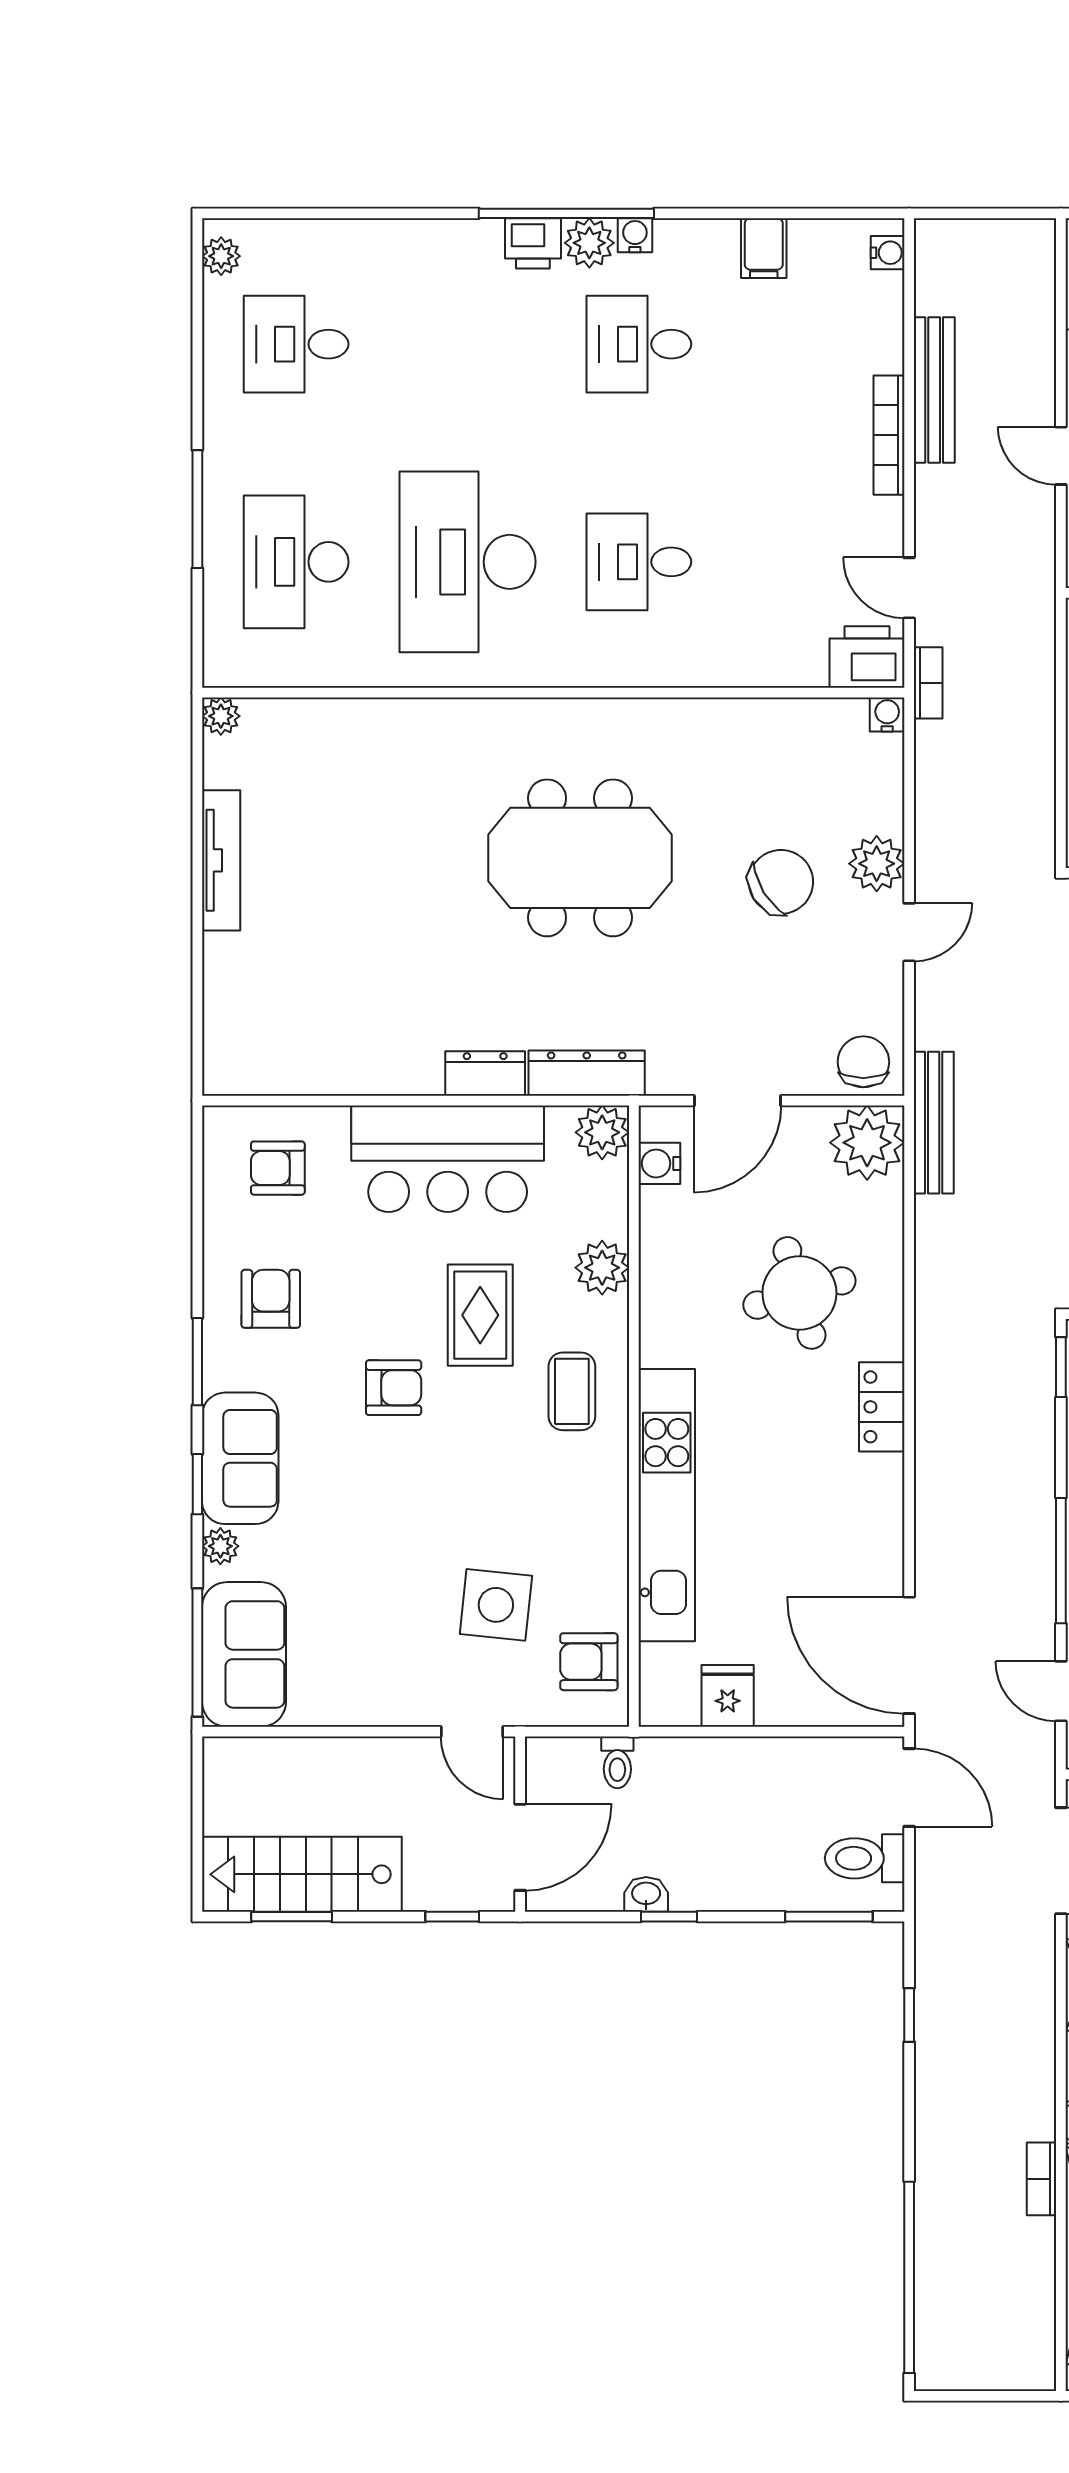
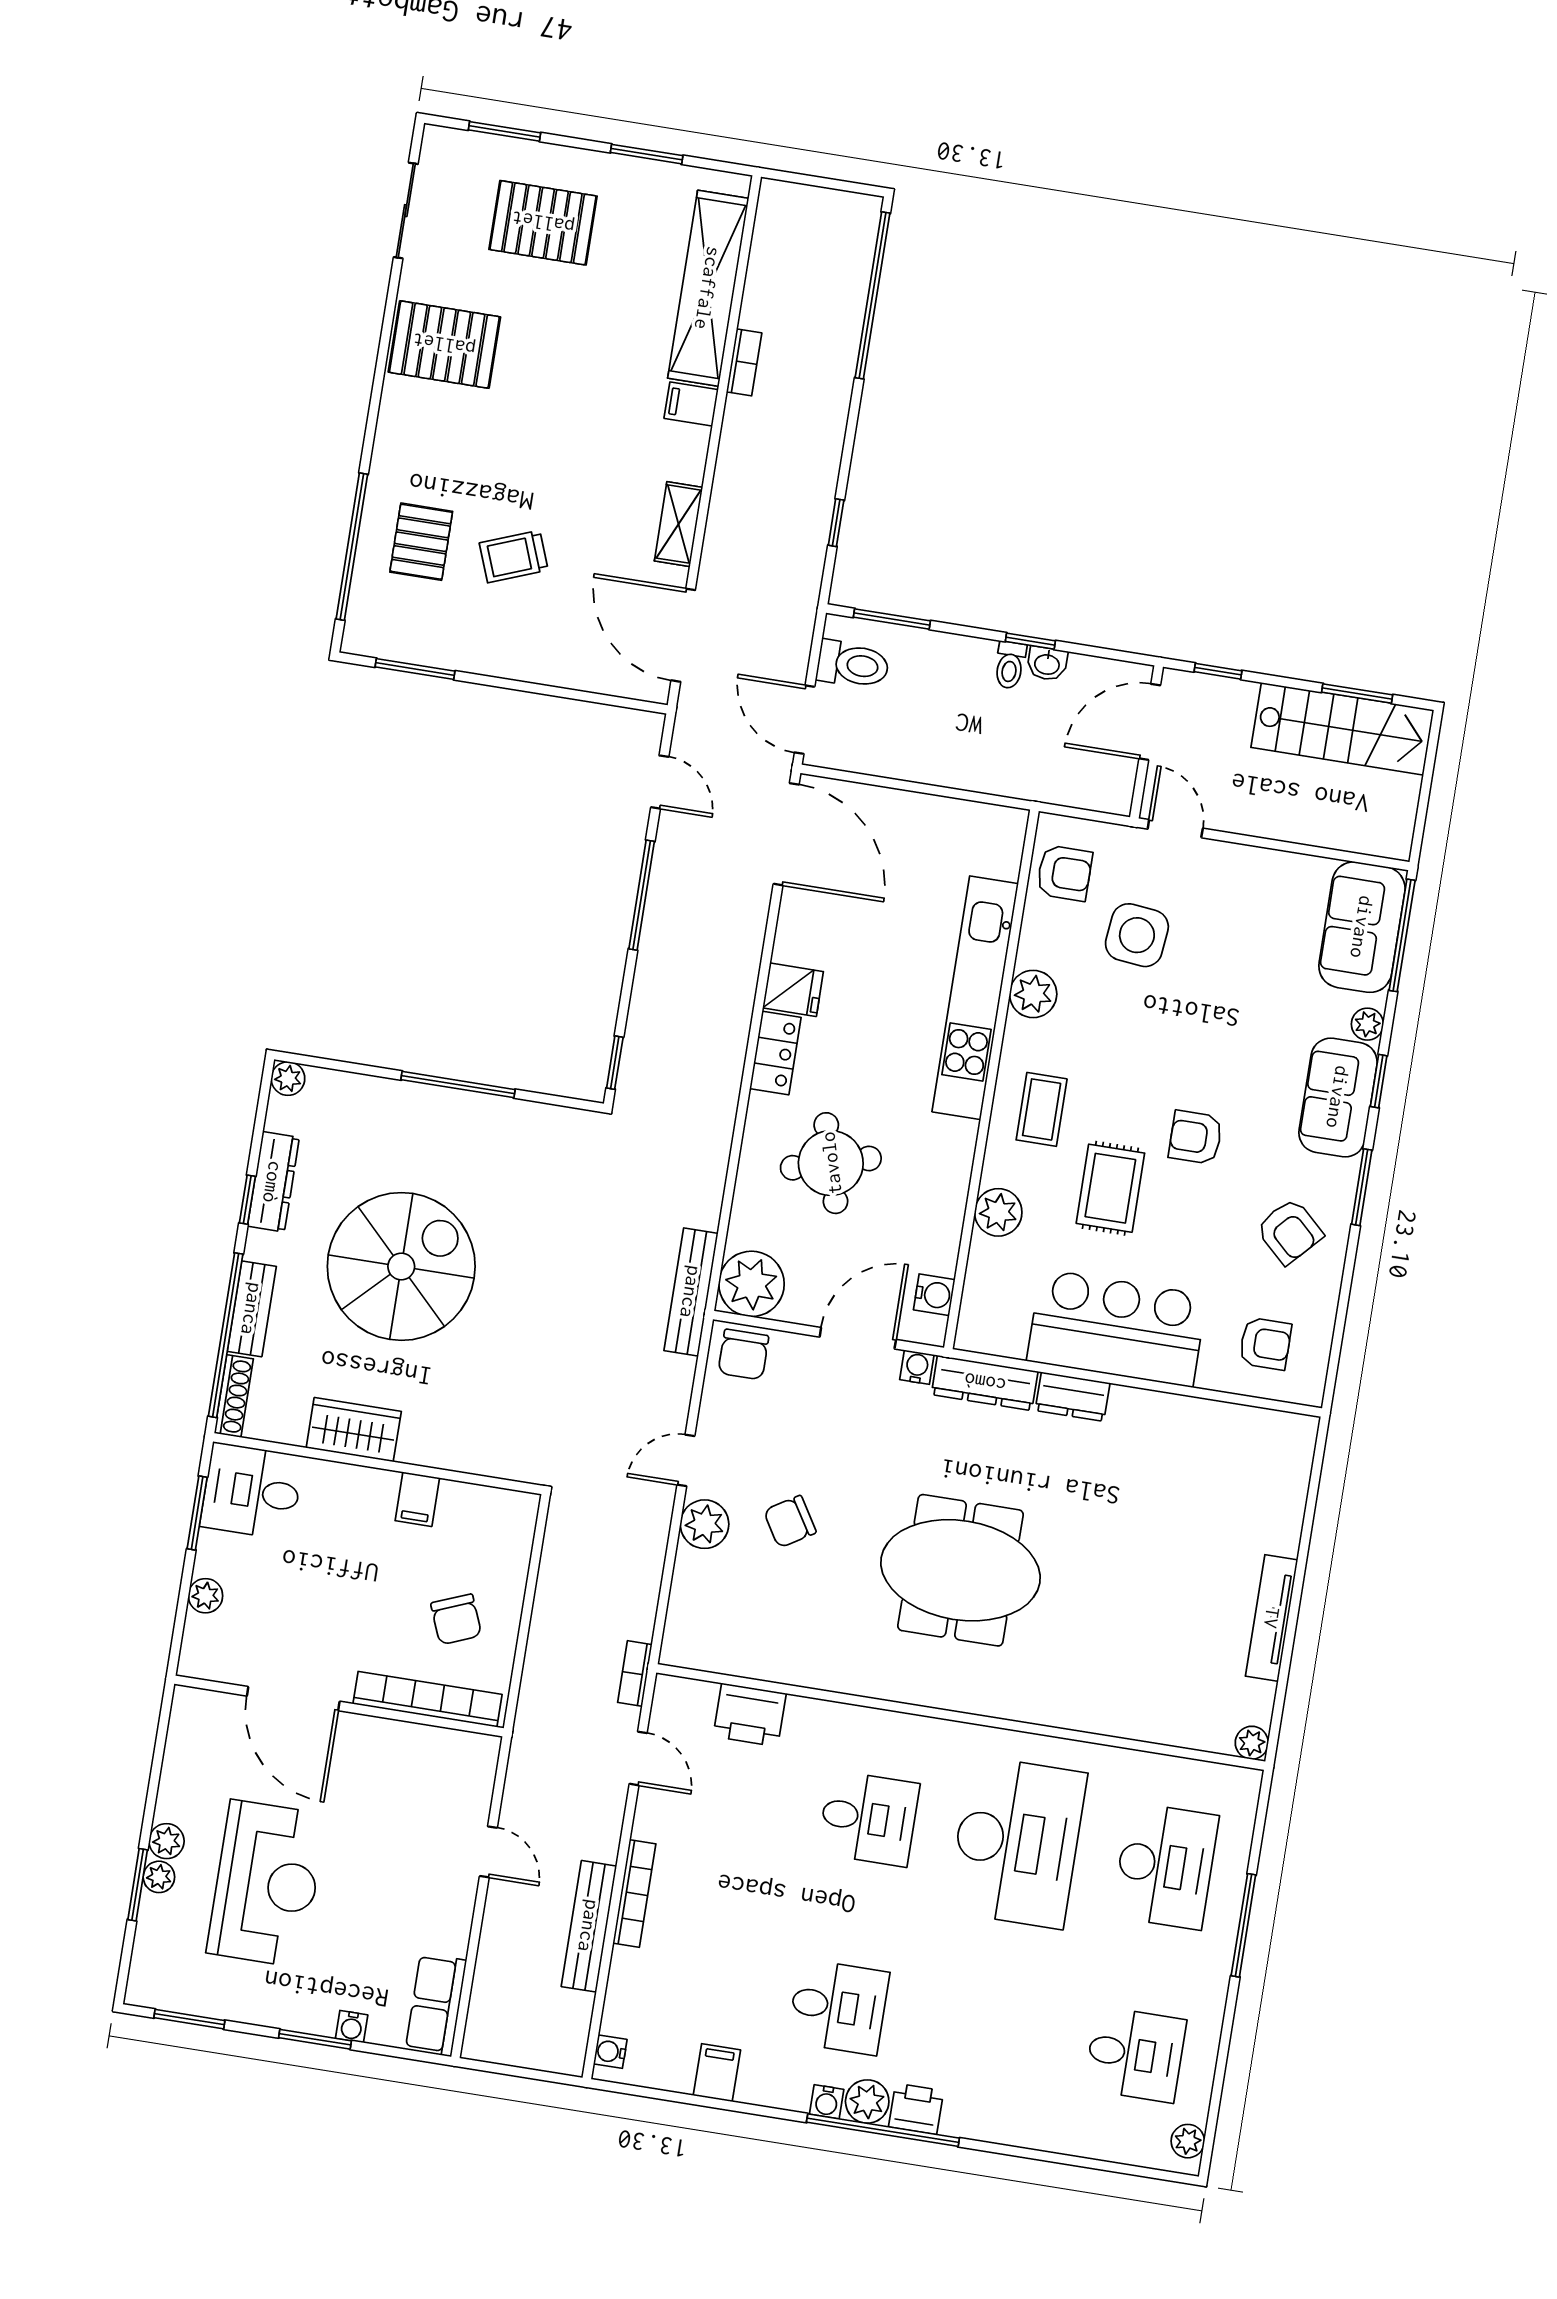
printer: (867, 657) -> (750, 1715), moved
water cooler: (887, 715) -> (917, 1367), moved, turned 180
chair: (781, 882) -> (790, 1522), width x0.73, depth x0.73
plant: (602, 1132) -> (1033, 994), moved
armchair: (271, 1299) -> (1289, 1231), turned -47
fridge: (728, 1696) -> (793, 990), moved, turned -90
toilet: (617, 1762) -> (1010, 665), moved, turned 180

